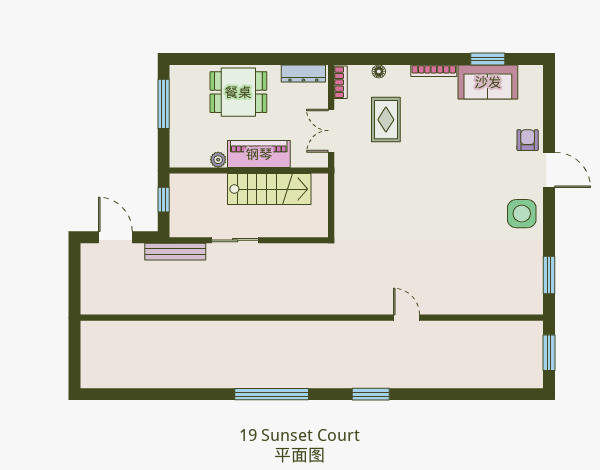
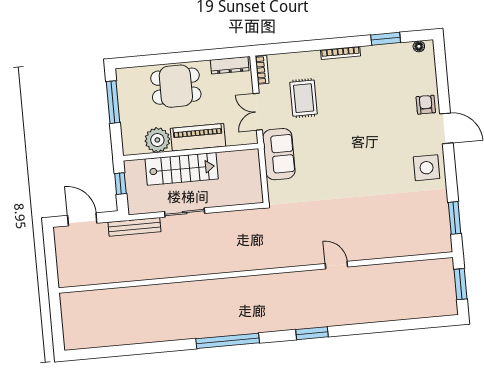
floor lamp: (379, 71) -> (419, 46), moved
sofa: (488, 82) -> (279, 154), moved, turned -90
plant: (218, 160) -> (157, 140), width x1.88, depth x1.88
stairs: (269, 189) -> (182, 169), moved

